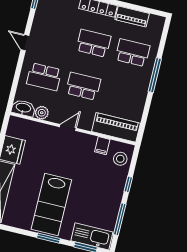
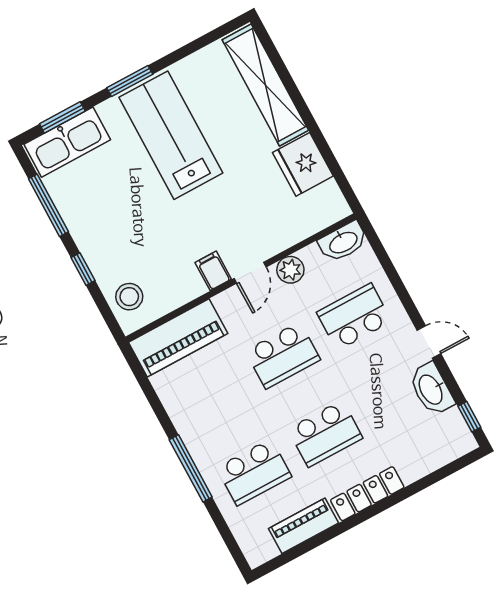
washbasin: (40, 24) -> (431, 389), added
plant: (42, 113) -> (290, 270), moved
filing cabinet: (102, 146) -> (213, 271), moved

